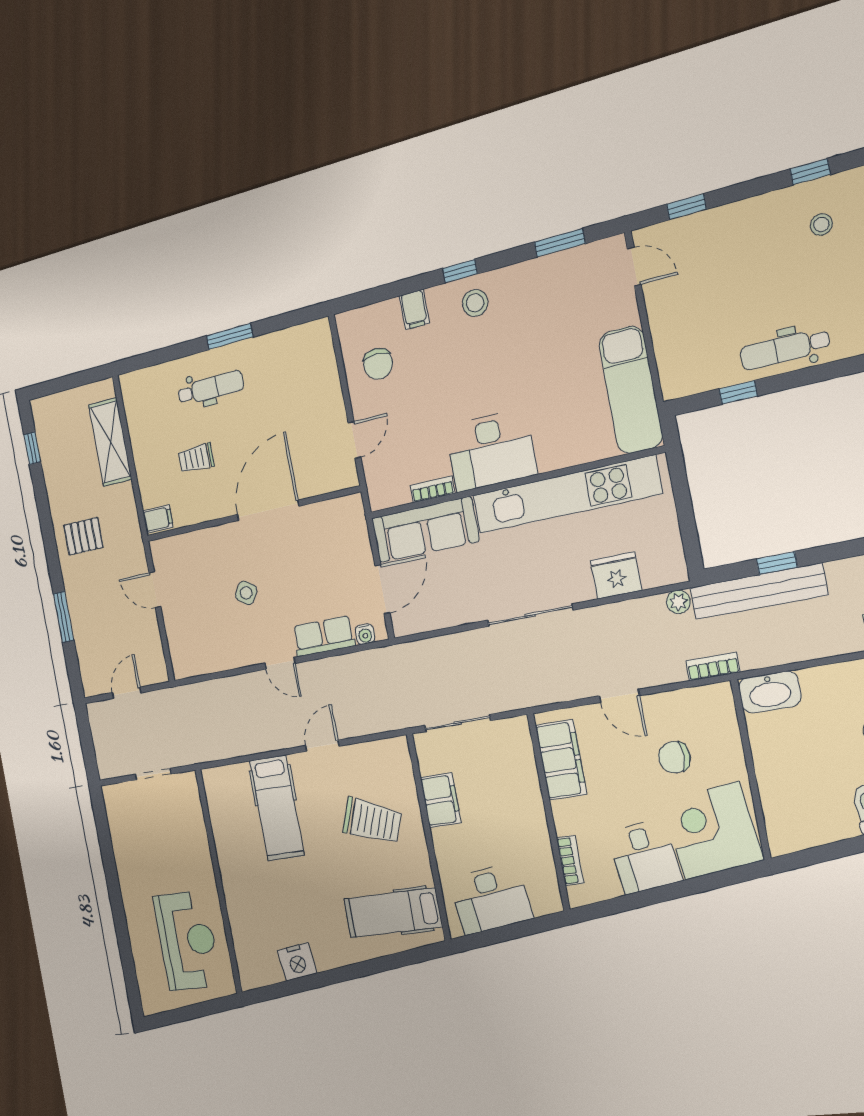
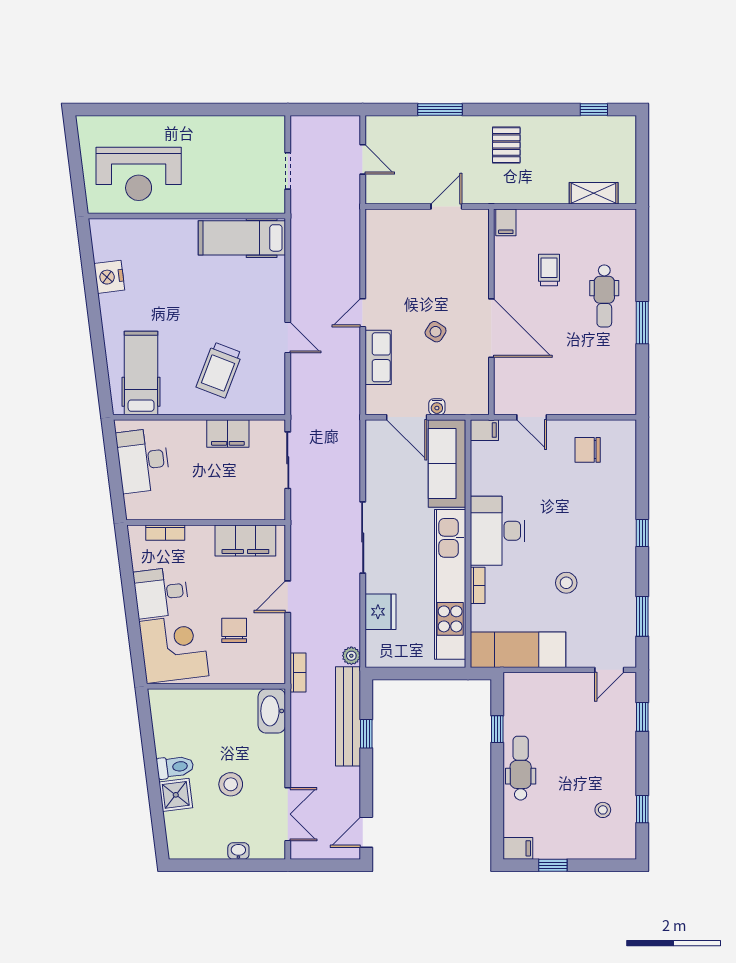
stool: (475, 303) -> (566, 583), moved
filing cabinet: (414, 310) -> (484, 430), moved, turned 180
shelving: (110, 442) -> (594, 193), width x0.67, depth x0.75
bookcase: (432, 489) -> (478, 585), moved
side table: (246, 593) -> (436, 332), moved
water cooler: (365, 634) -> (437, 407), moved, turned -90
hospital bed: (277, 808) -> (242, 238), moved

